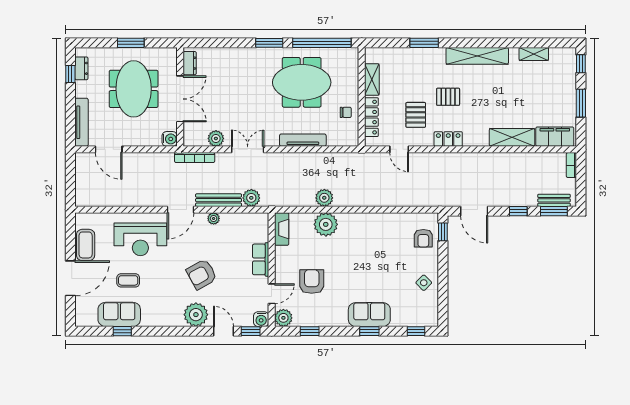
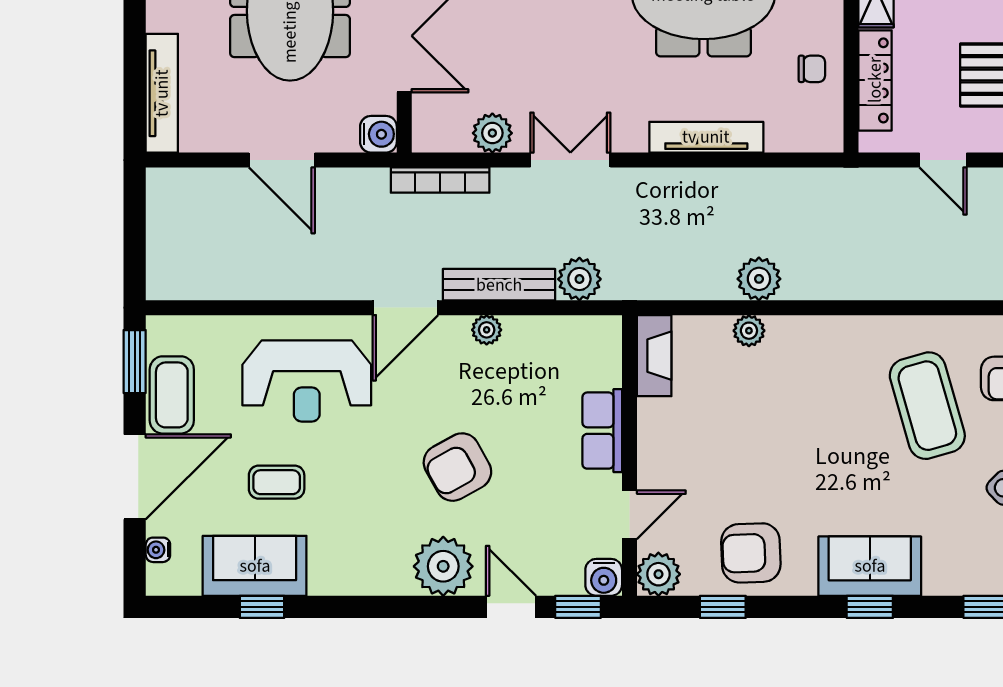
door: (109, 149) -> (282, 160), moved
plant: (326, 224) -> (749, 331), width x0.53, depth x0.53
window: (70, 231) -> (135, 362), added
coffee table: (393, 249) -> (927, 406), added
armchair: (312, 282) -> (751, 553), moved, turned -92
water cooler: (80, 308) -> (158, 550), added

